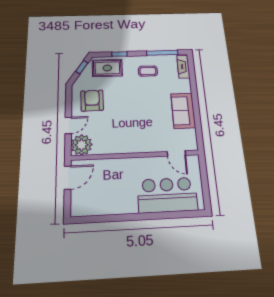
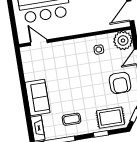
sofa: (183, 111) -> (38, 98), moved
side table: (110, 138) -> (99, 50), added

